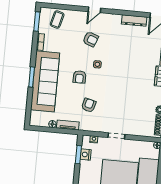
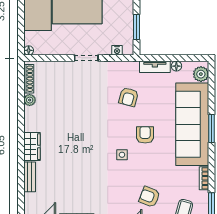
armchair: (91, 39) -> (149, 197), moved
plant: (35, 117) -> (201, 74), added
nightstand: (86, 155) -> (127, 28), removed

